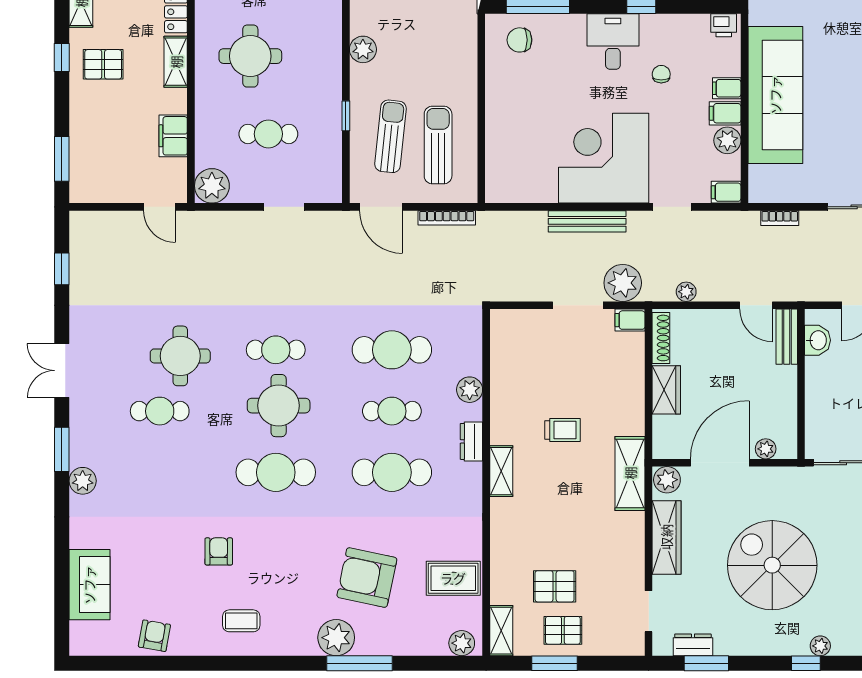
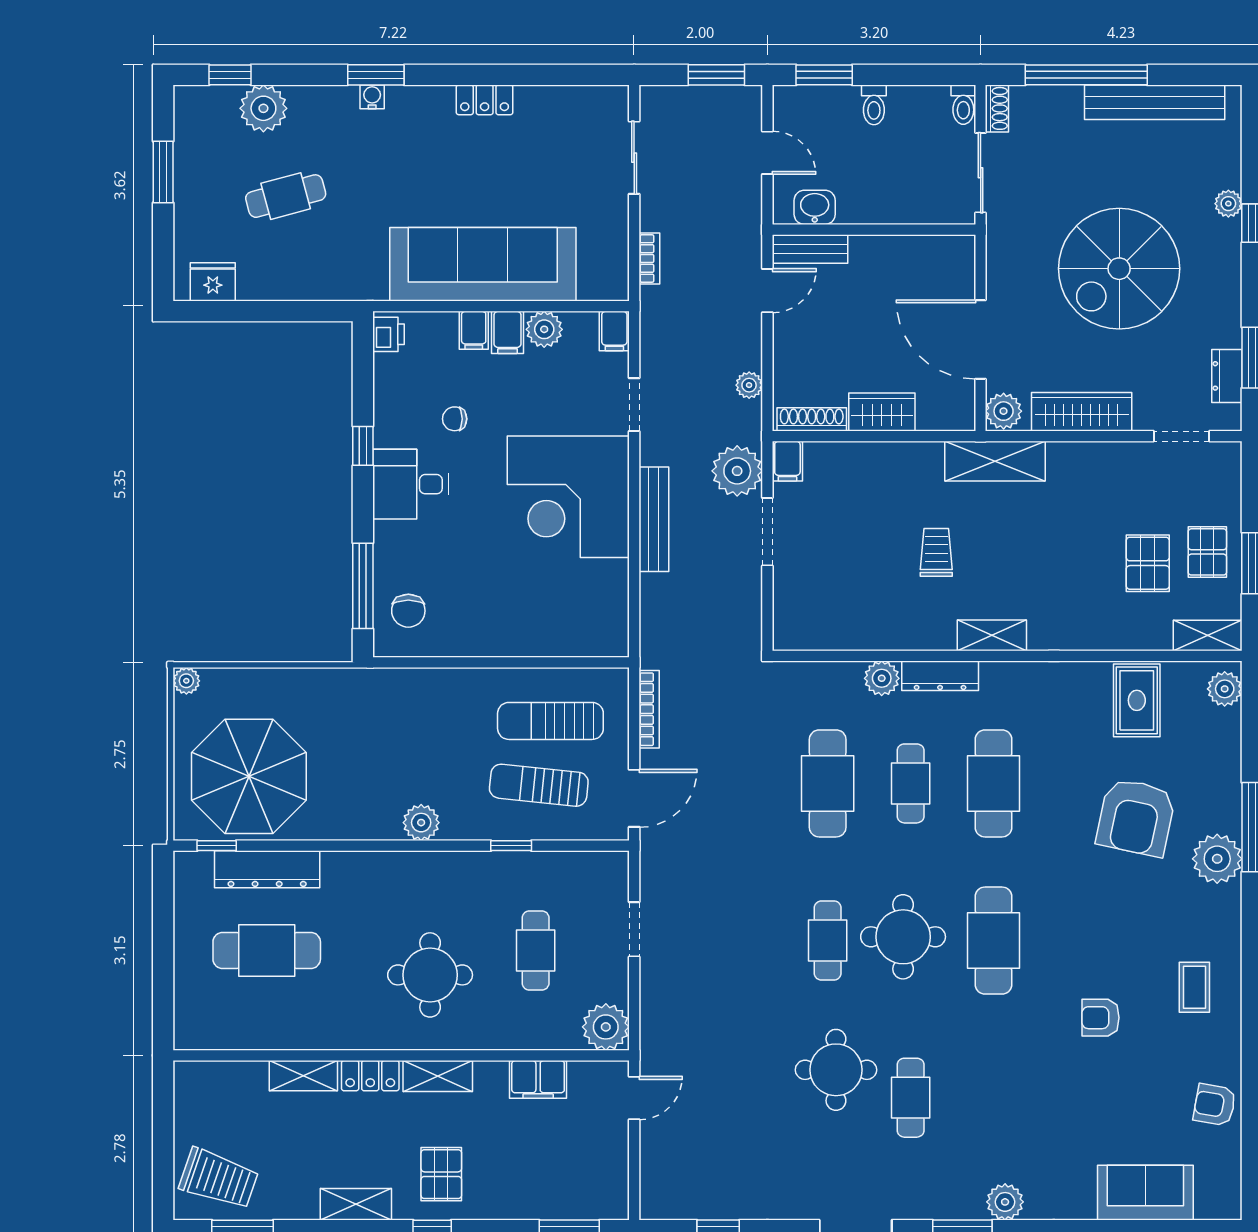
dresser: (471, 441) -> (940, 676), width x1.44
plant: (766, 449) -> (962, 278), removed

